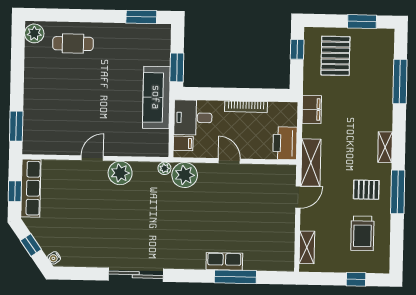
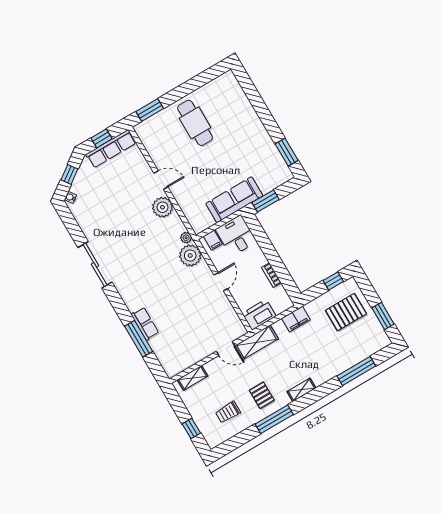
plant: (34, 33) -> (226, 81), removed
cafe table: (73, 44) -> (195, 123), moved, width x1.37, depth x1.35
bookcase: (246, 107) -> (271, 275), width x0.64
trolley: (362, 233) -> (228, 412), width x0.73, depth x0.72

